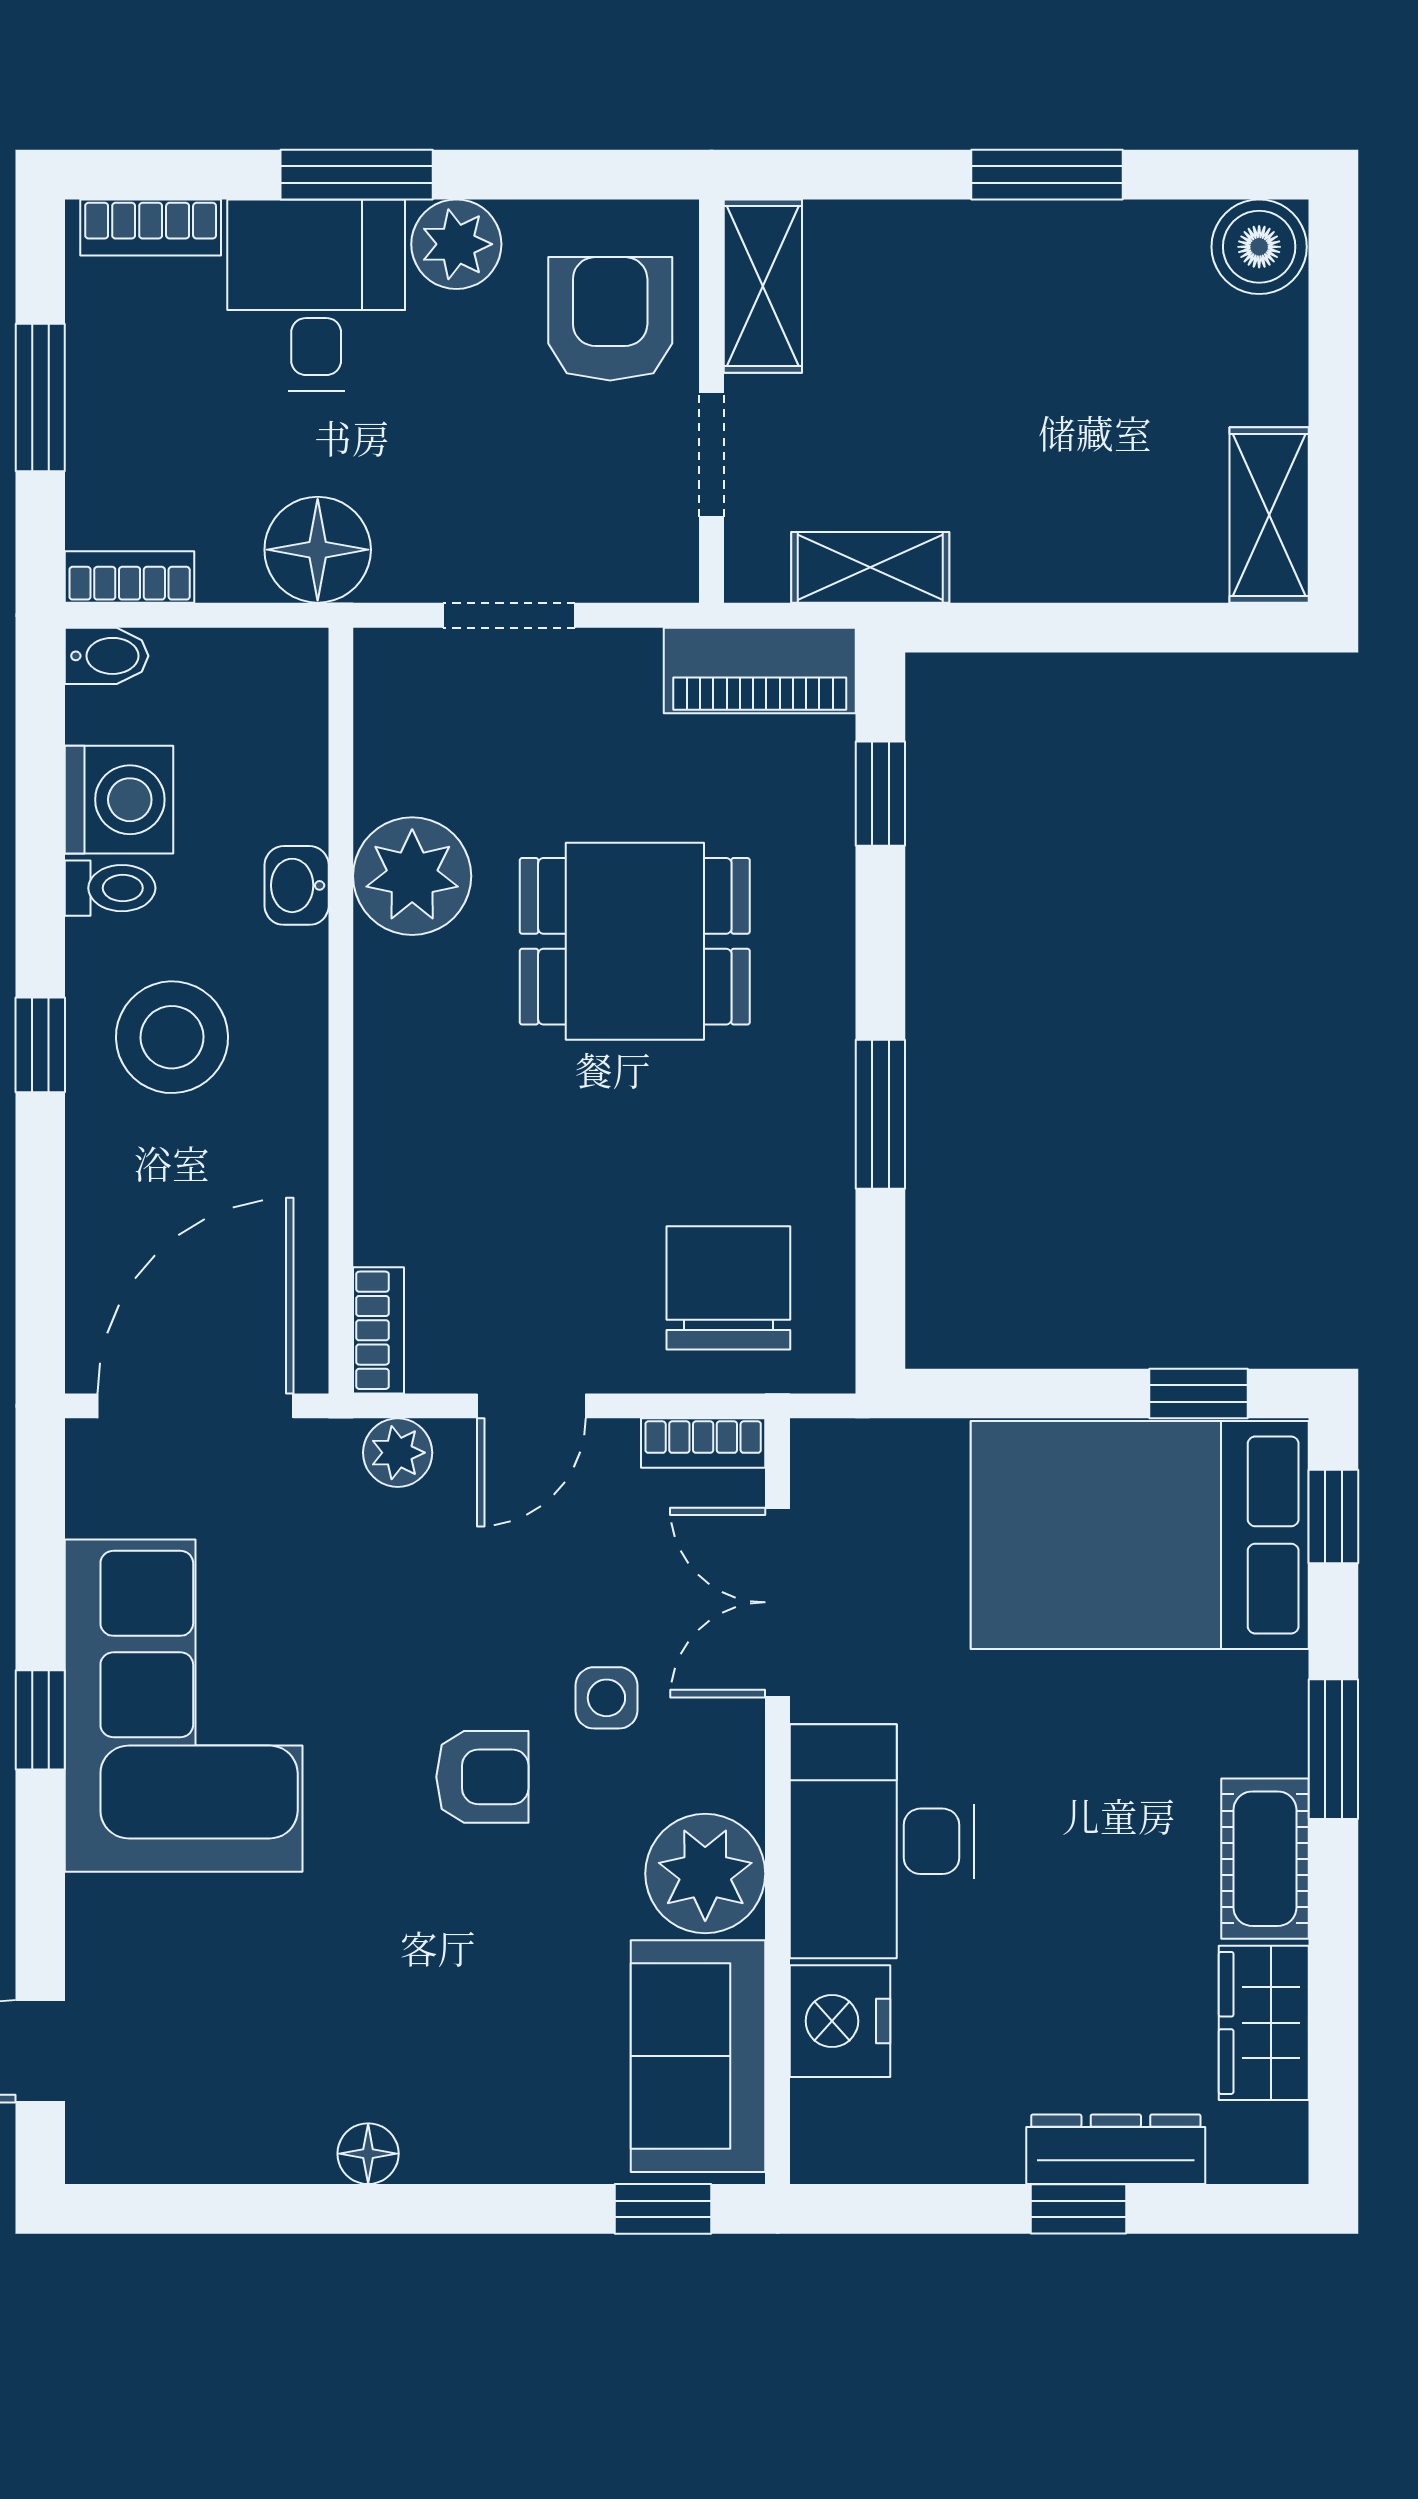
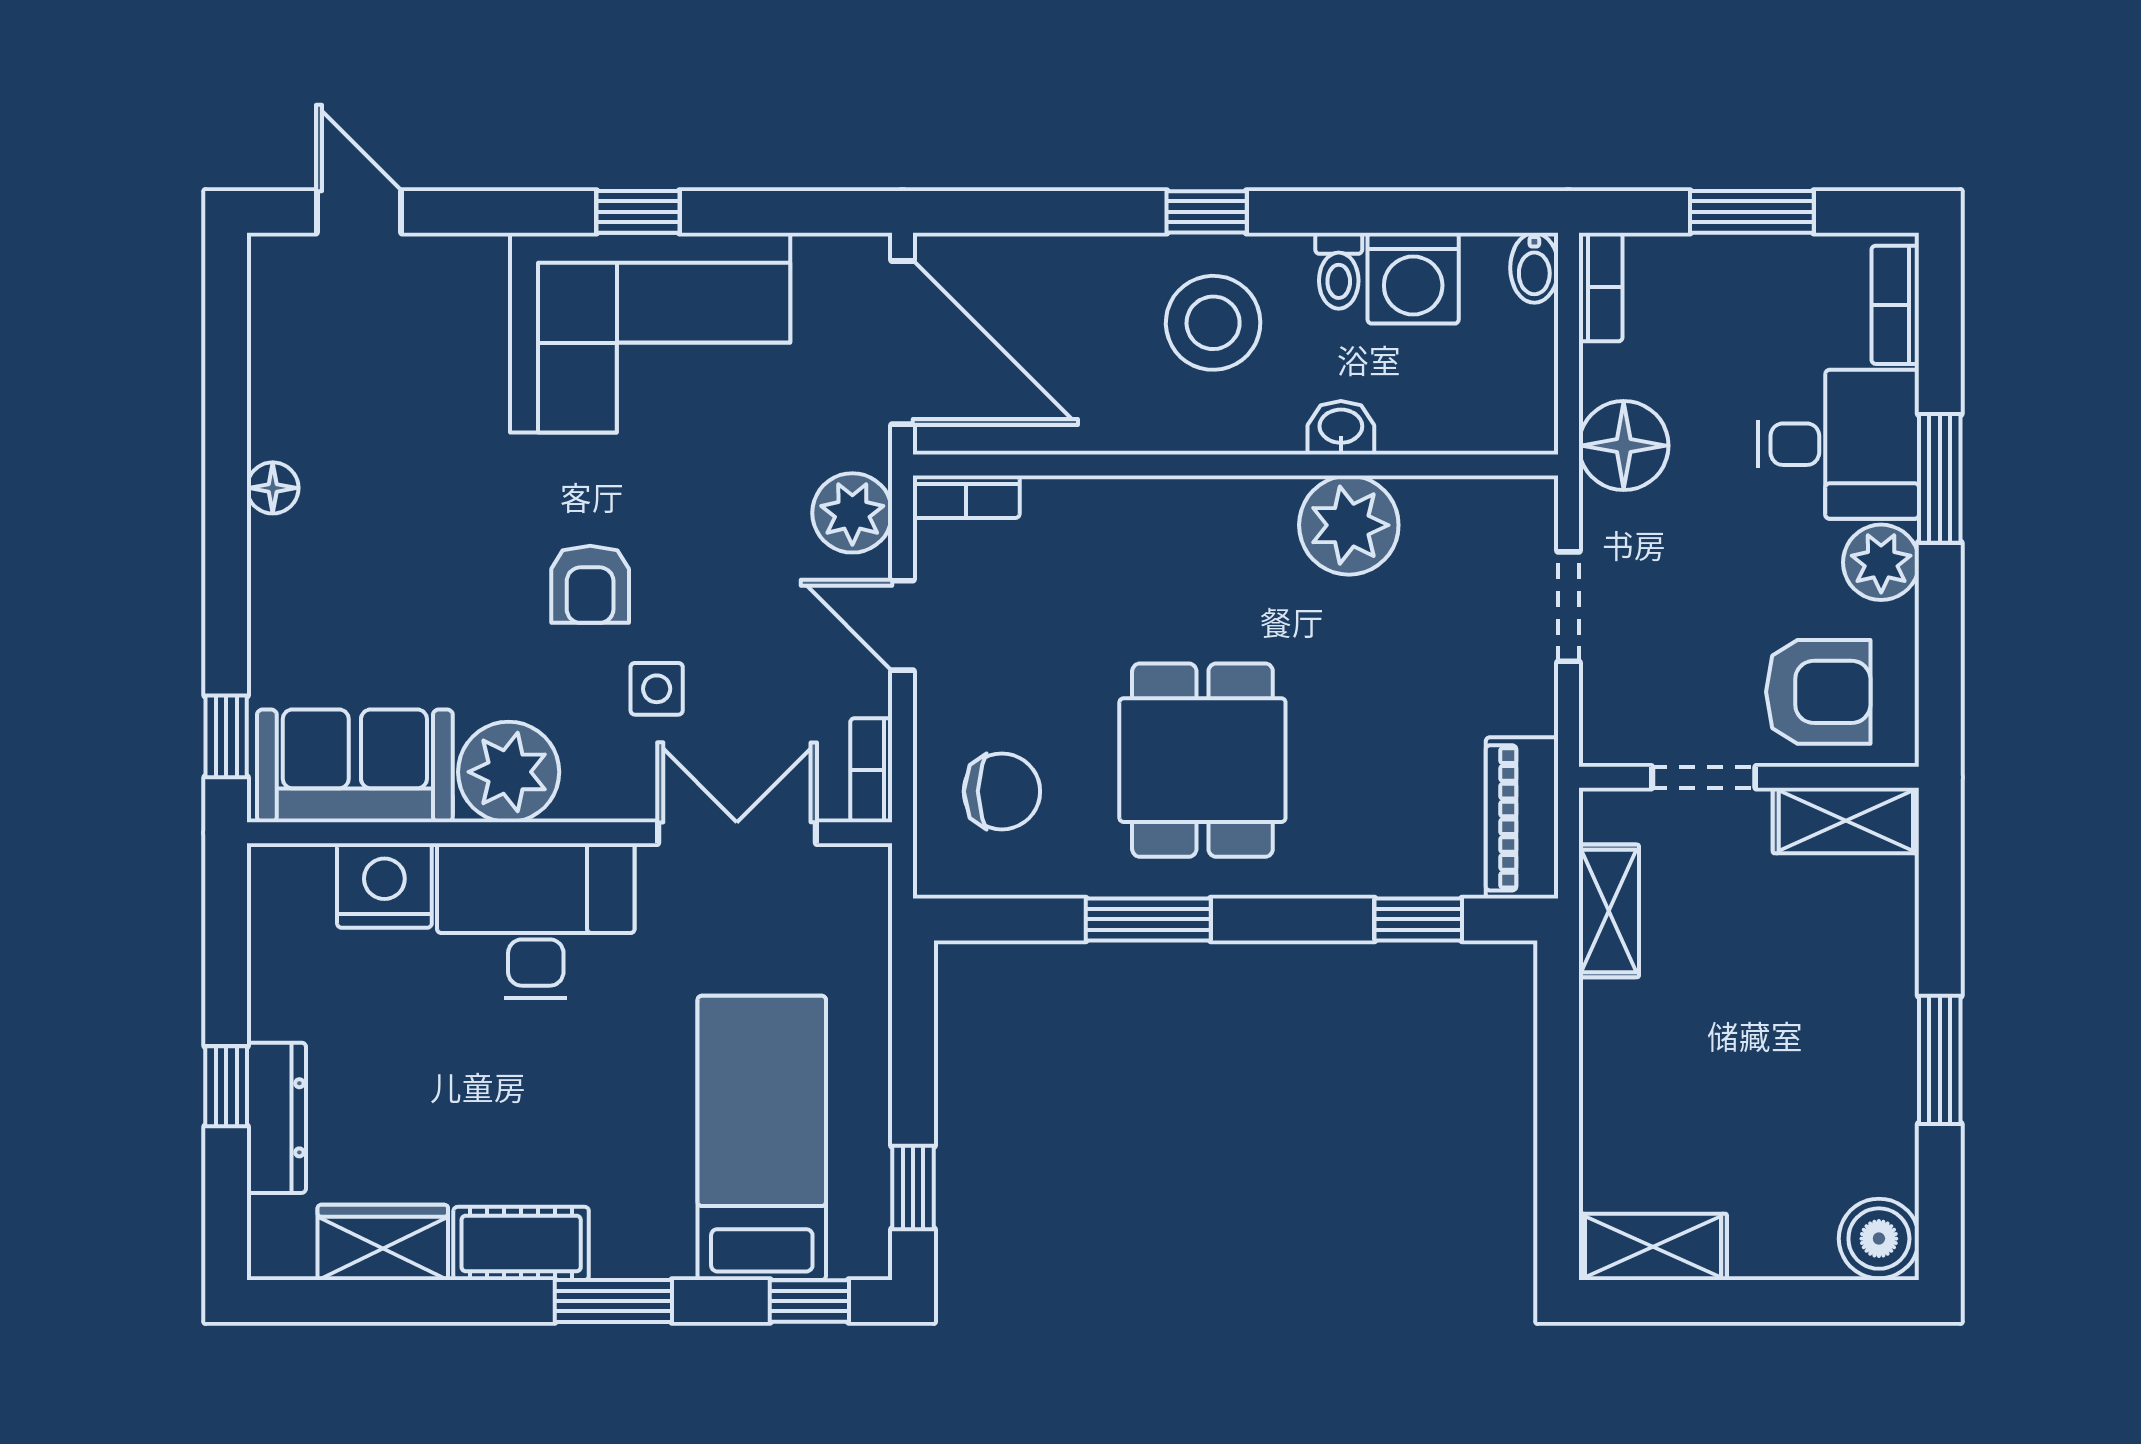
dining table: (635, 941) -> (1202, 760), moved
chair: (728, 1288) -> (1002, 791), width x0.73, depth x0.73
plant: (398, 1453) -> (852, 513), width x1.38, depth x1.38
bed: (1140, 1535) -> (762, 1138), width x0.67

